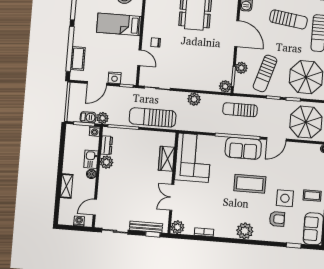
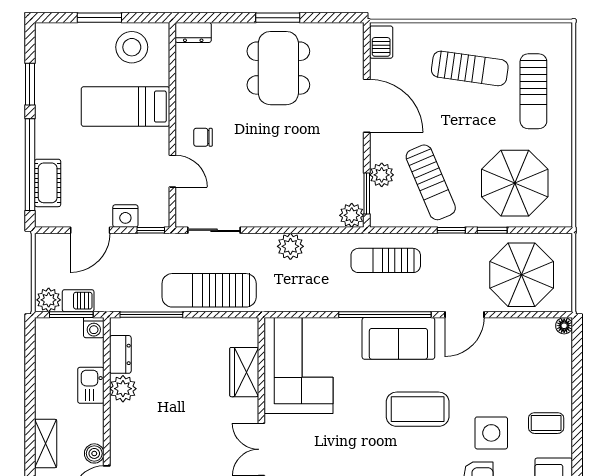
sun lounger: (265, 73) -> (431, 182), turned -40
plant: (103, 118) -> (49, 300), moved
boiler: (91, 174) -> (94, 453), moved

